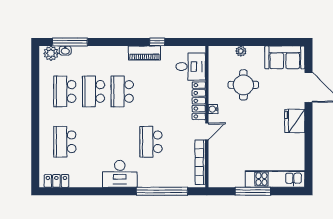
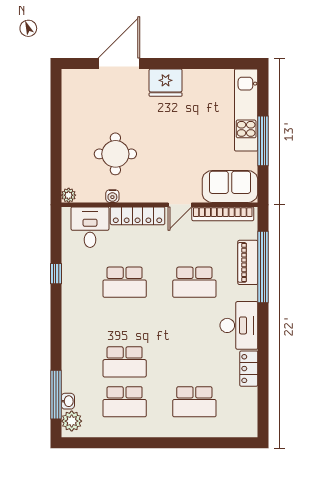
plant: (241, 51) -> (69, 195), moved
piano: (144, 53) -> (248, 262), moved, turned 180
sofa: (285, 57) -> (230, 186), moved, turned -90
school desk: (122, 91) -> (125, 282), moved
water cooler: (213, 109) -> (112, 196), moved
door: (207, 131) -> (180, 205), swing flipped
locker: (56, 181) -> (249, 369), moved

